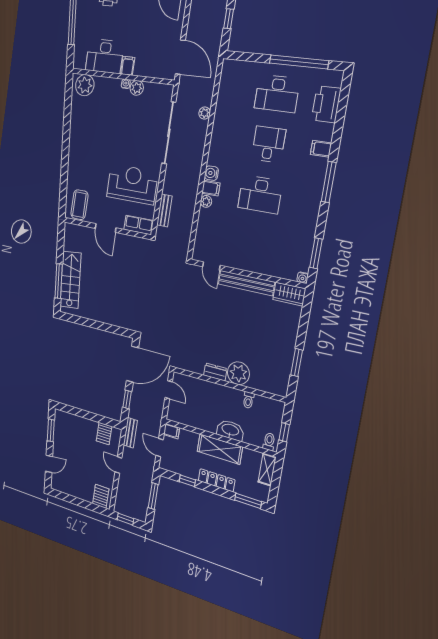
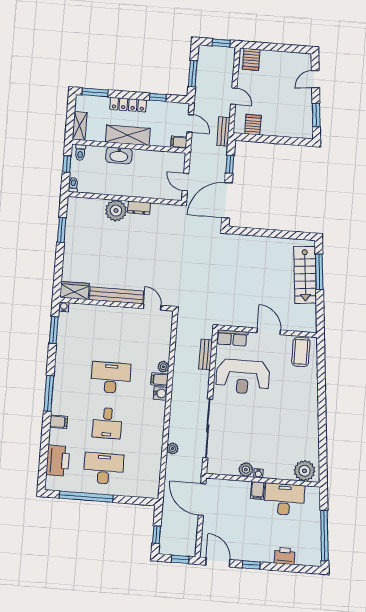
toilet: (248, 400) -> (73, 185), moved

